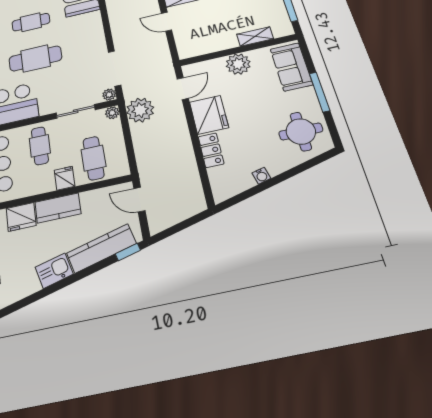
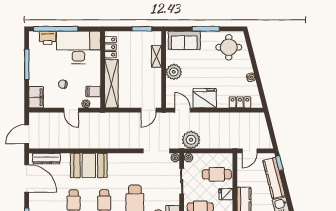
door: (167, 22) -> (148, 110), moved
locker: (211, 150) -> (240, 102), moved

